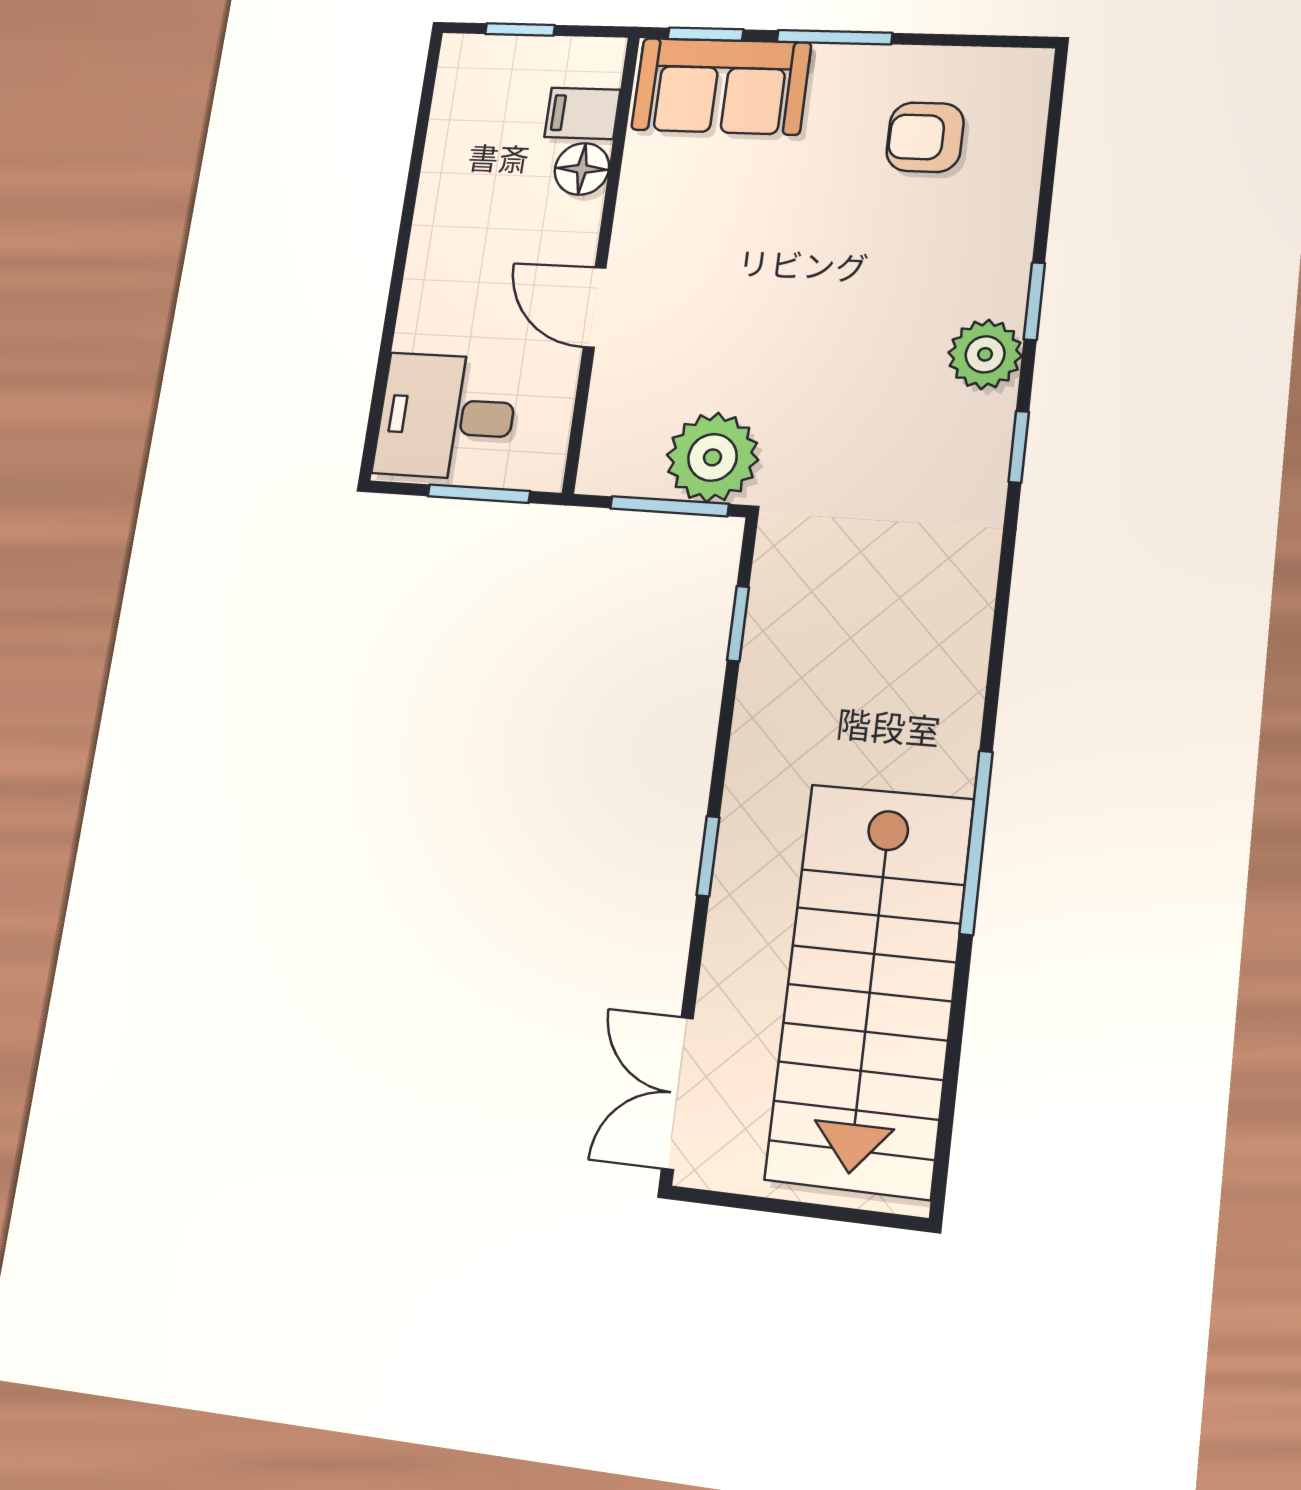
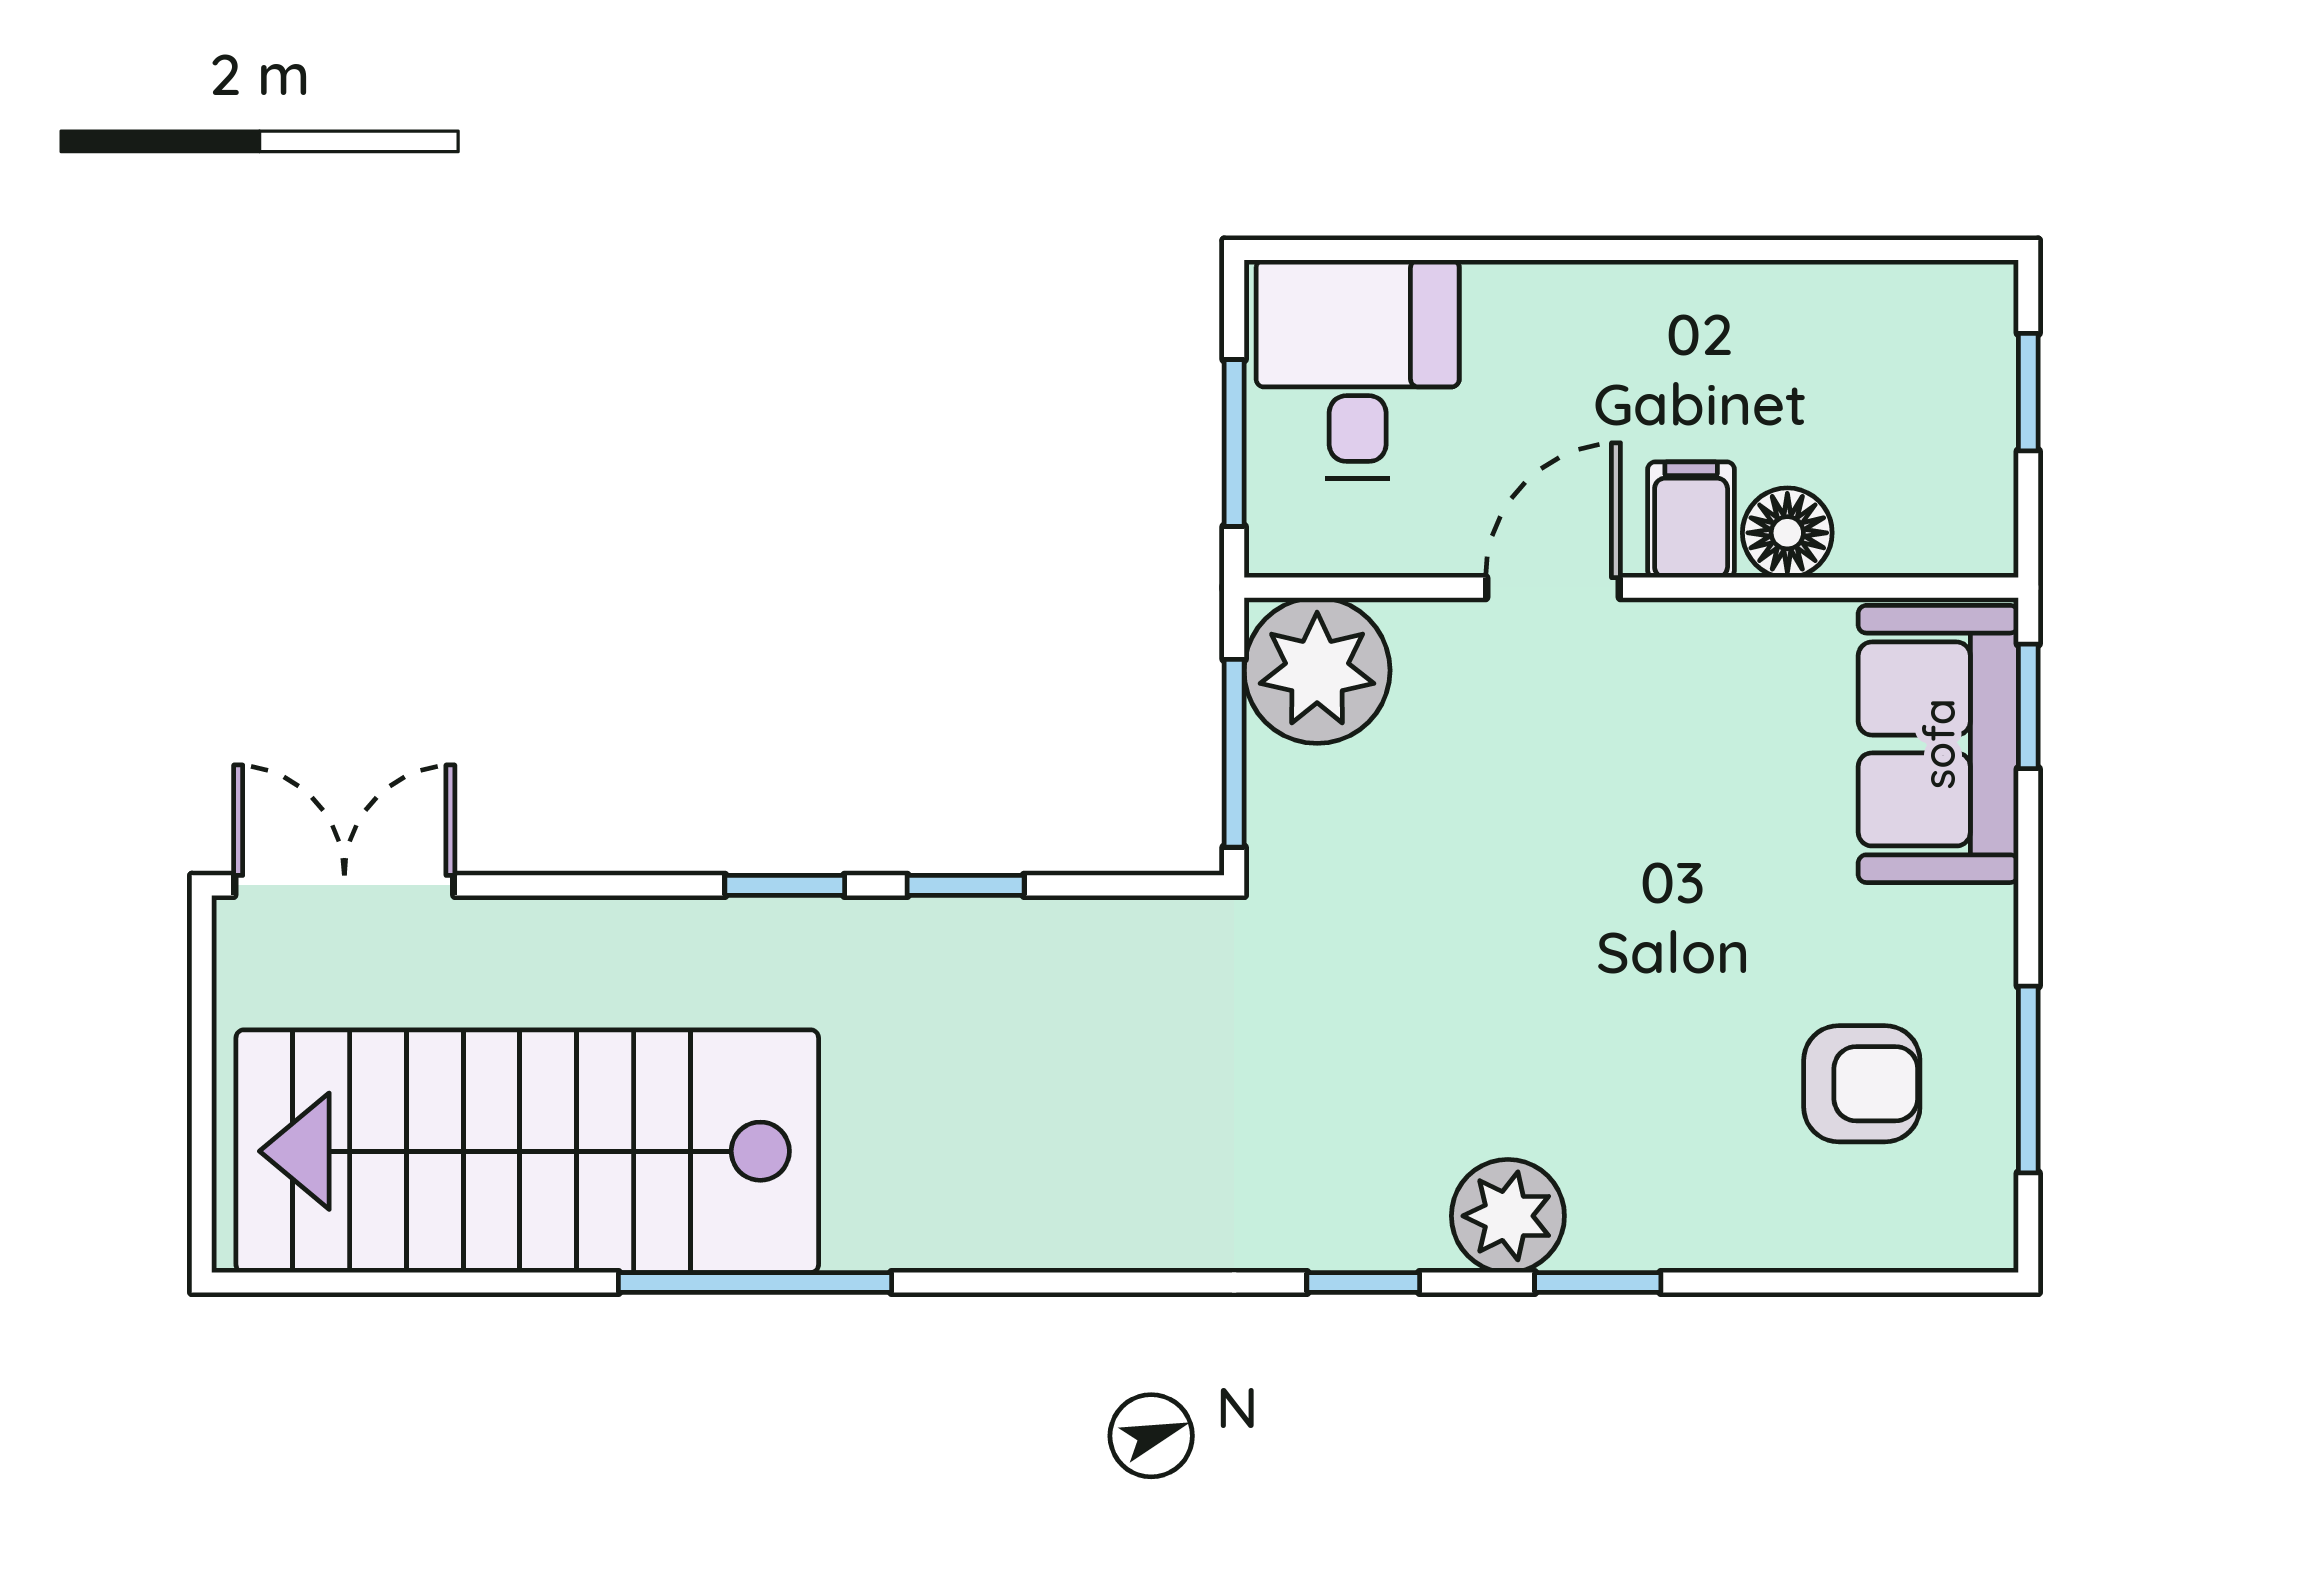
window: (834, 37) -> (2028, 1080), moved
filing cabinet: (582, 113) -> (1691, 520), moved
armchair: (925, 137) -> (1862, 1084), turned 90
plant: (712, 457) -> (1317, 670), moved
window: (738, 624) -> (966, 885), moved
window: (708, 856) -> (785, 885), moved

